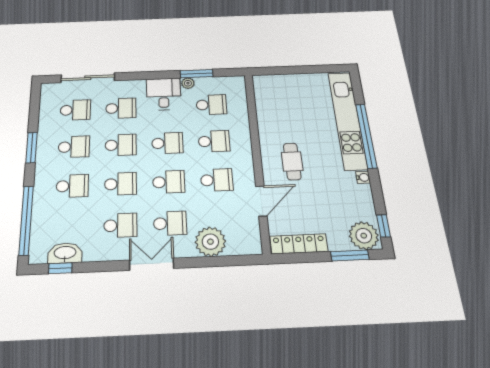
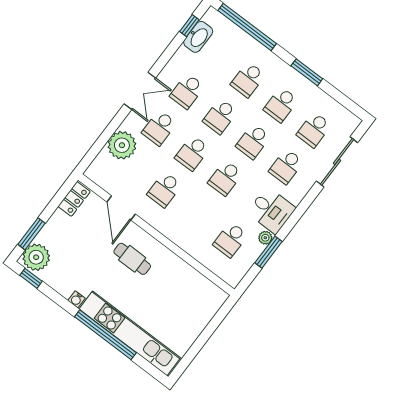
school desk: (214, 141) -> (197, 215), removed
locker: (299, 244) -> (74, 199), width x0.66

